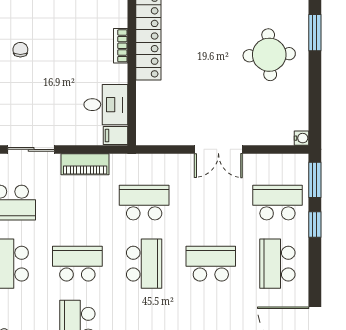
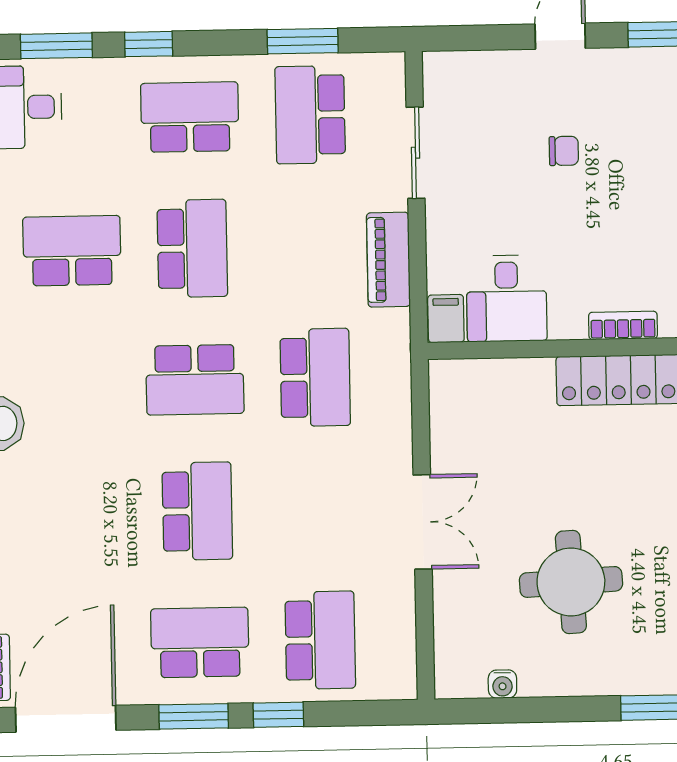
chair: (20, 50) -> (564, 151), moved
round table: (269, 55) -> (571, 582), moved
water cooler: (302, 138) -> (502, 684), moved
double door: (218, 149) -> (423, 522), swing flipped
window: (315, 180) -> (194, 716), moved

